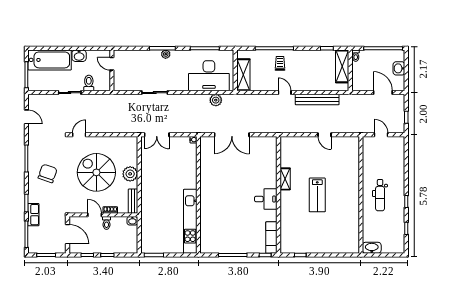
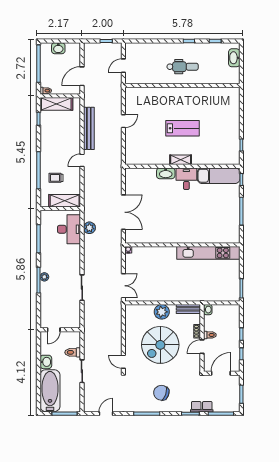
trolley: (280, 63) -> (56, 178), moved
desk: (209, 76) -> (69, 229), width x0.73, depth x0.77
door: (383, 93) -> (82, 76), moved
washbasin: (271, 178) -> (166, 173), added
shelving: (285, 179) -> (181, 160), moved
exam couch: (271, 238) -> (219, 176), width x1.36, depth x1.45
washbasin: (372, 248) -> (234, 58), moved

